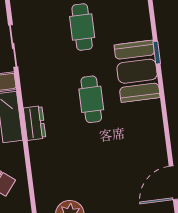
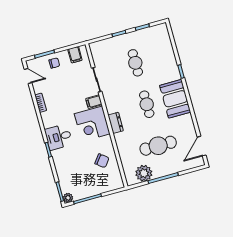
booth: (137, 71) -> (175, 99), moved
cafe table: (100, 172) -> (158, 146), added

